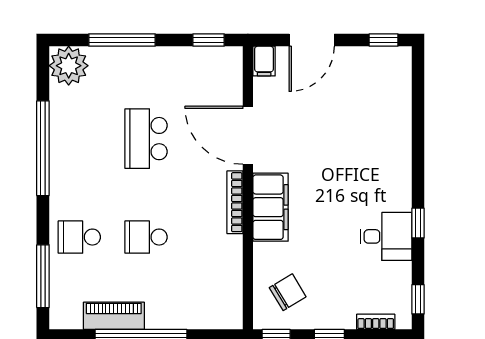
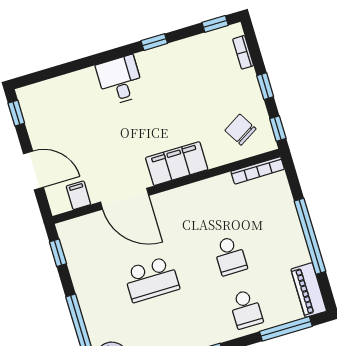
filing cabinet: (264, 61) -> (78, 195), moved, turned -90
door: (248, 135) -> (125, 199), hinge flipped
bookcase: (235, 202) -> (258, 170), moved
desk: (386, 236) -> (120, 80), moved
piano: (114, 316) -> (309, 290), moved

